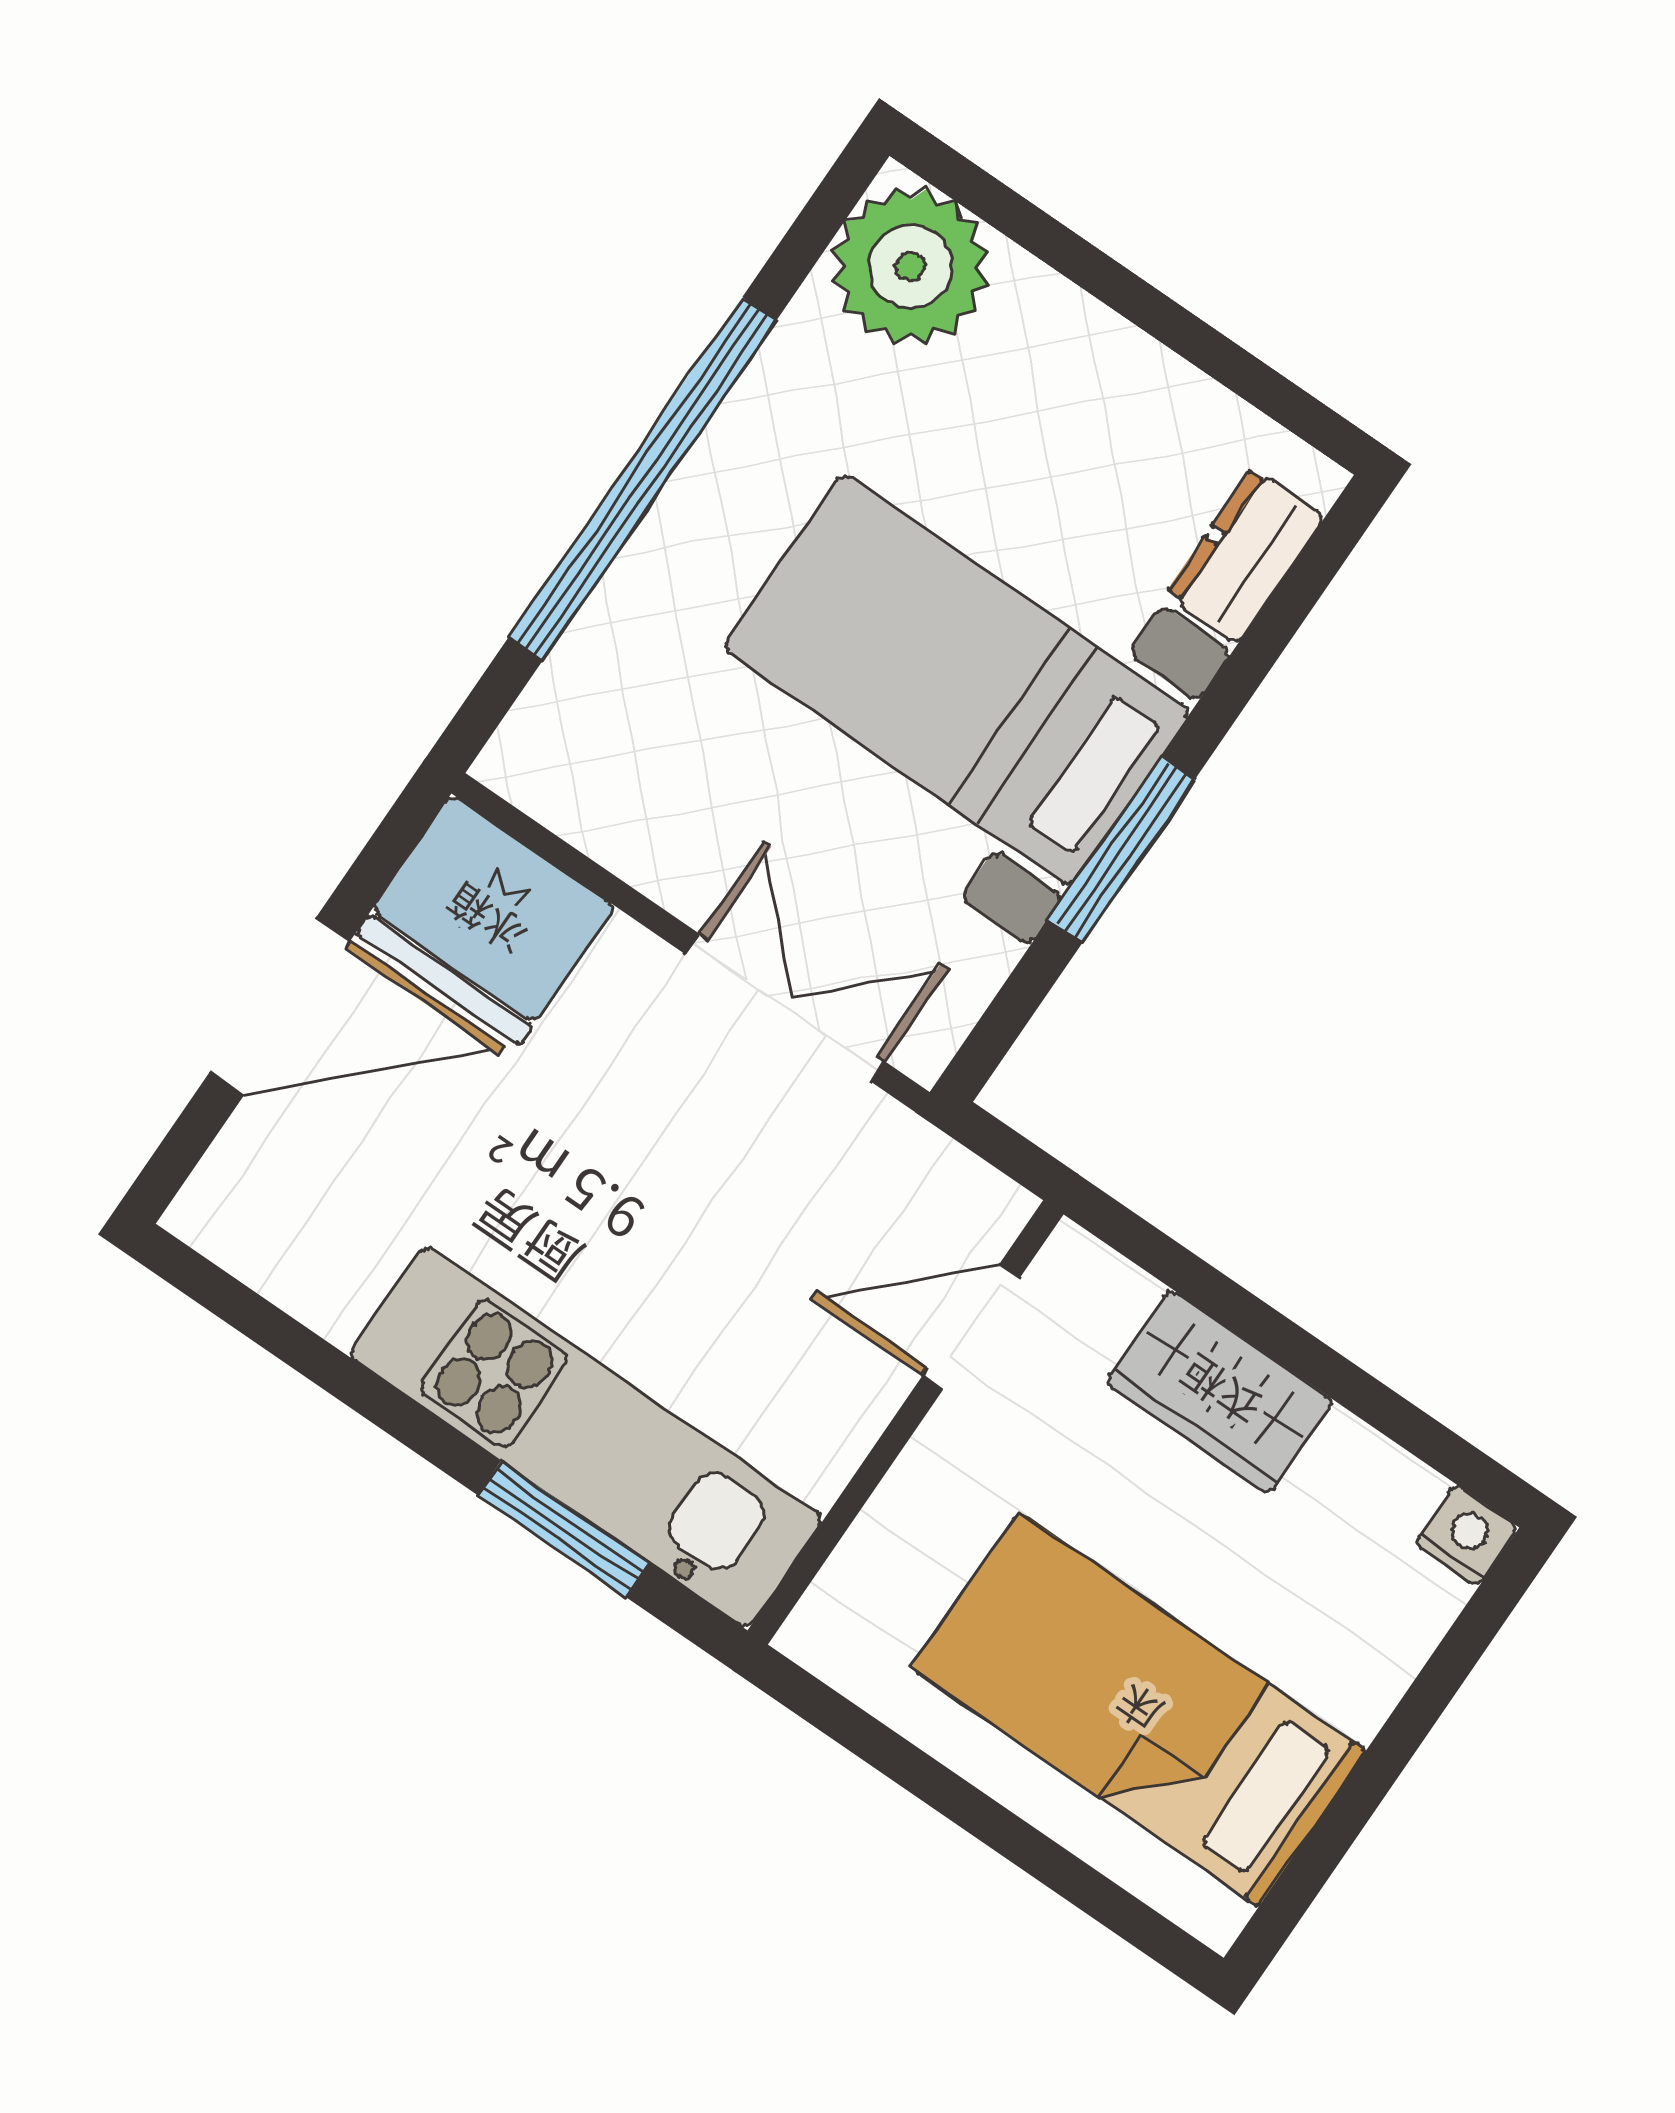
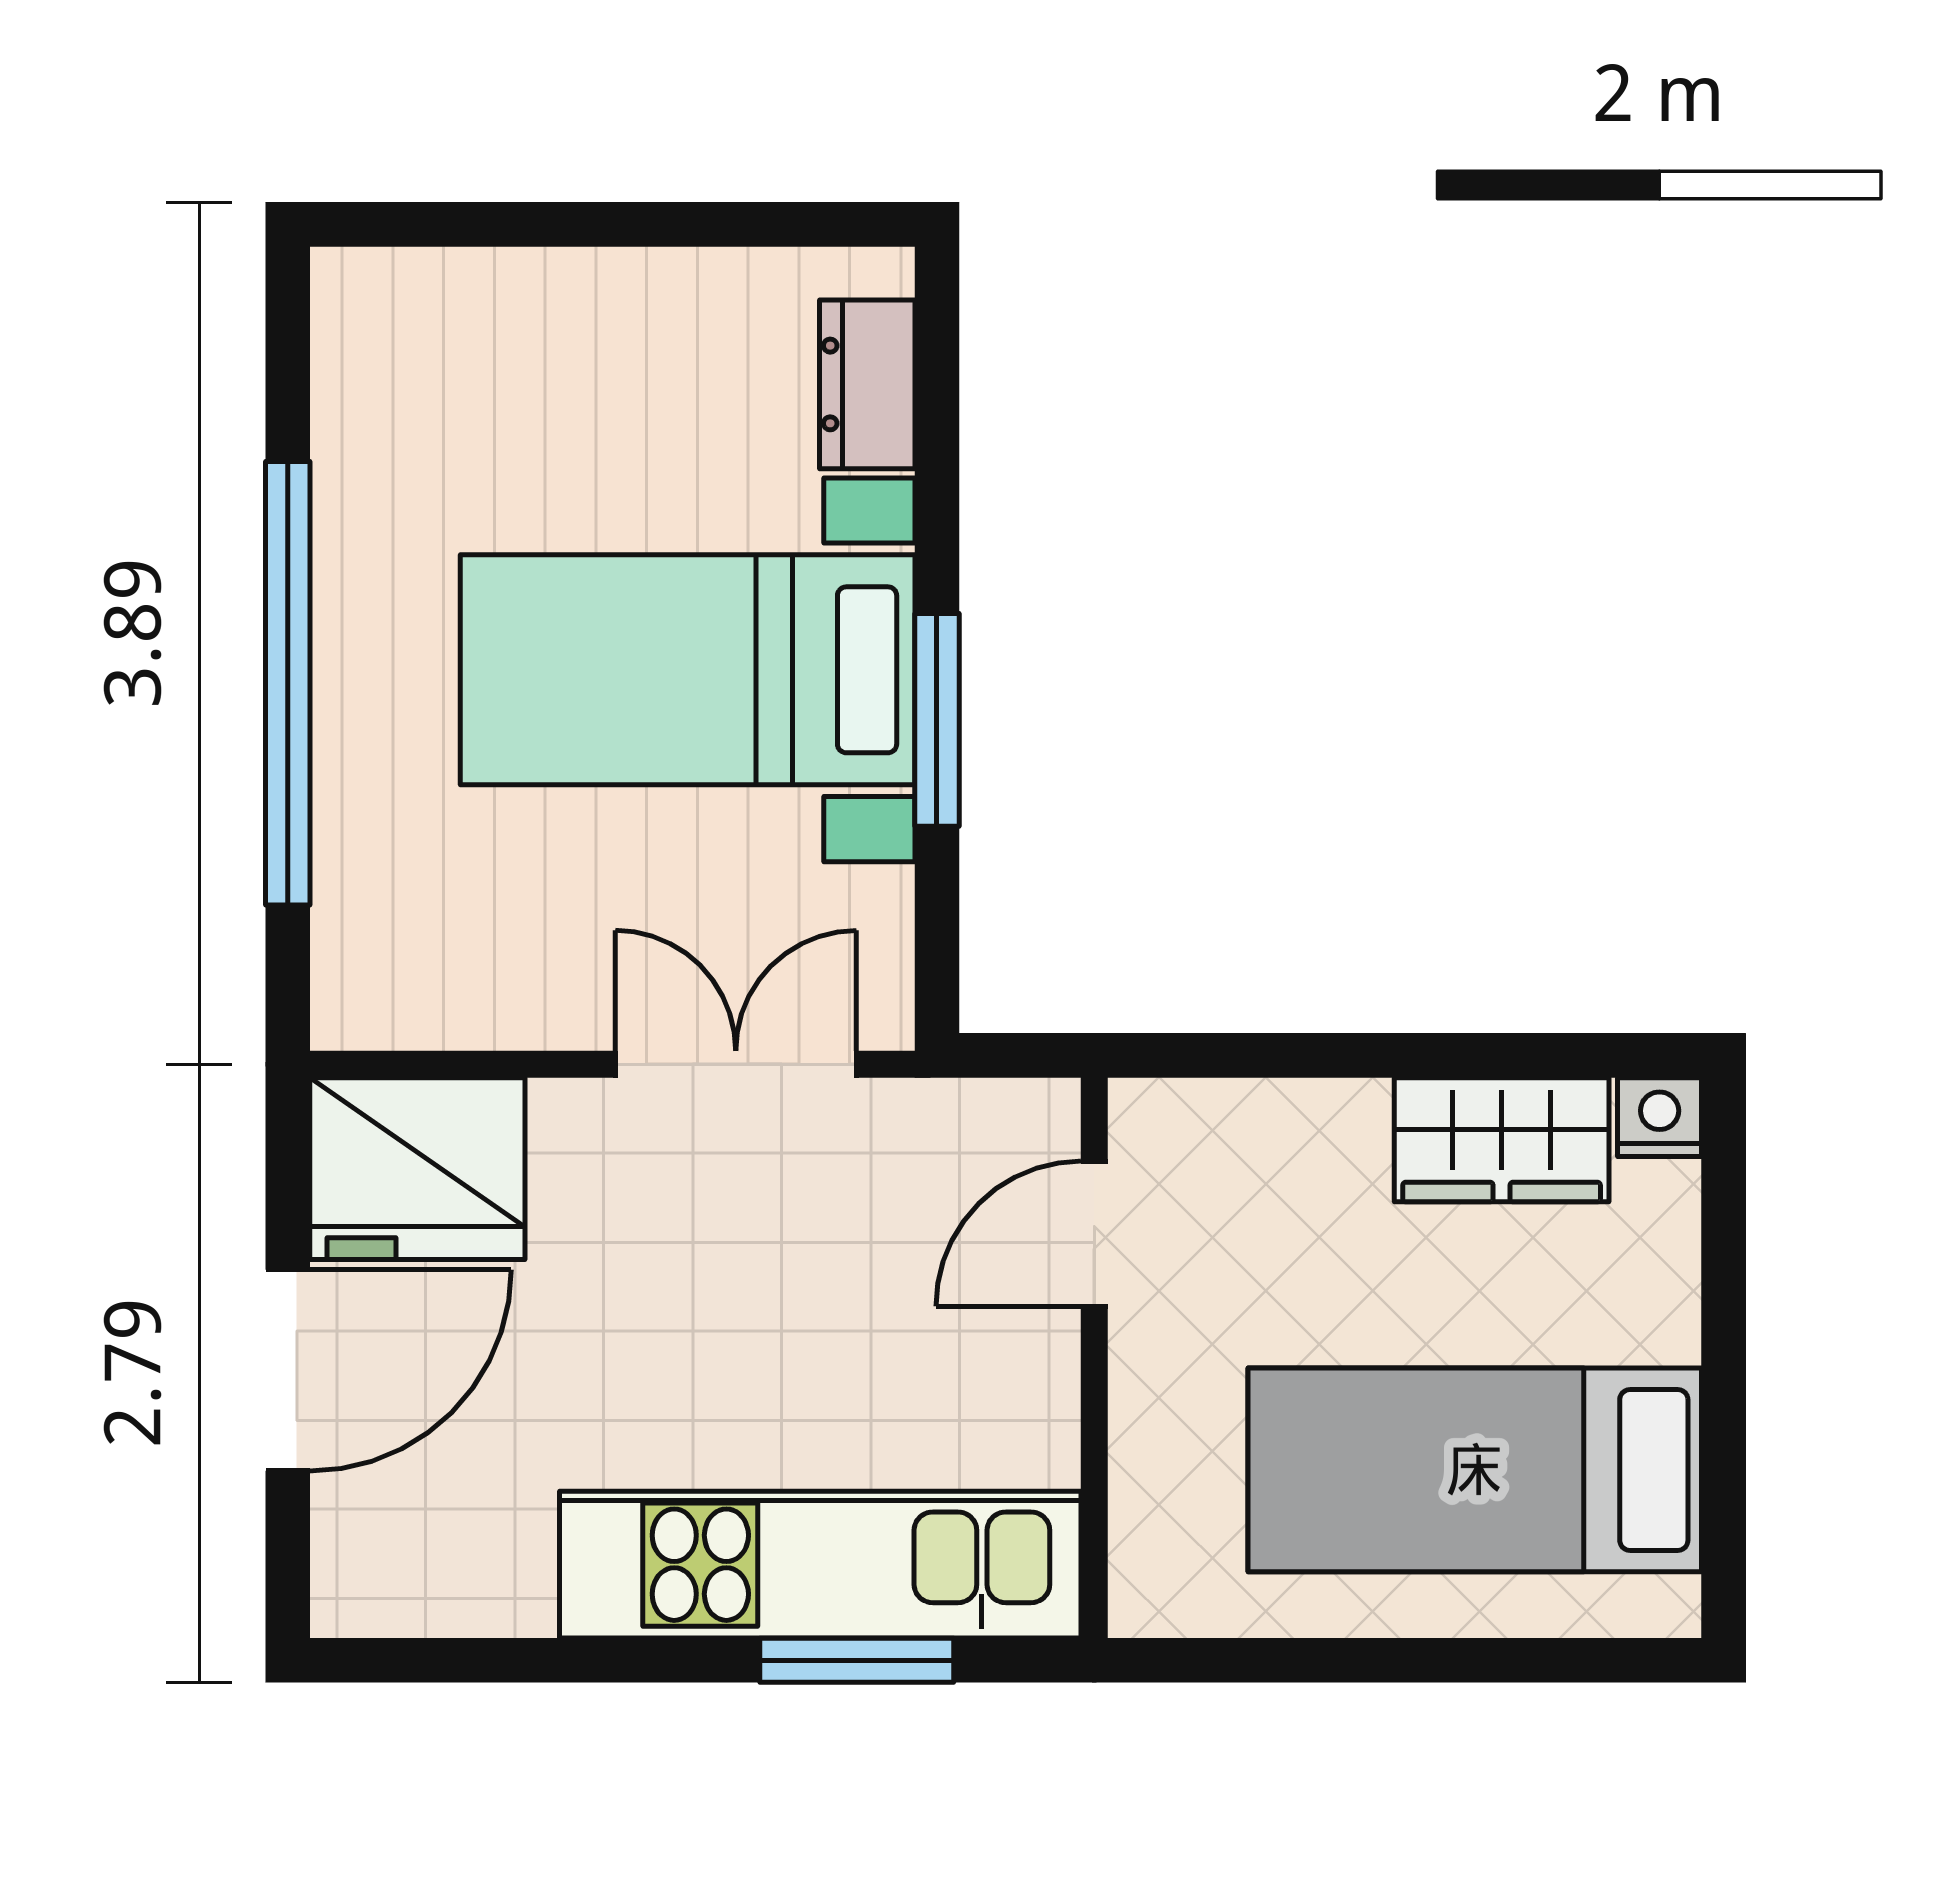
plant: (910, 267) -> (396, 332), removed
wardrobe: (1220, 1392) -> (1502, 1140), moved

